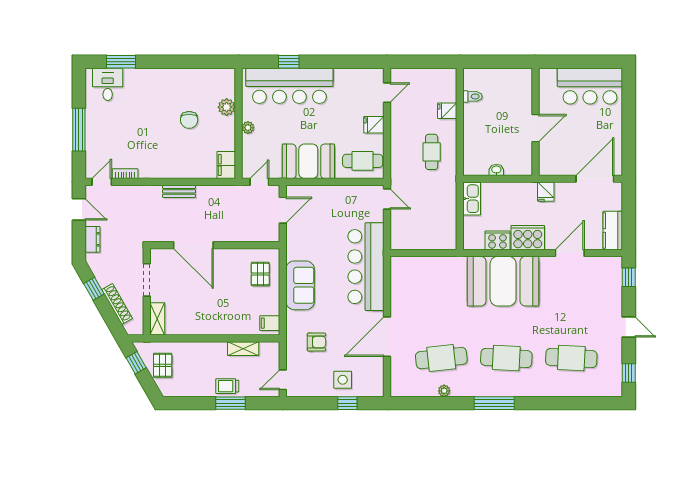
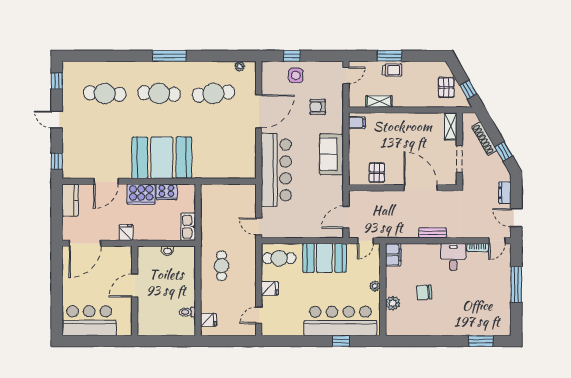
desk: (108, 84) -> (453, 257), moved, turned 180
fridge: (447, 111) -> (209, 320), moved
chair: (189, 120) -> (424, 292), turned -95
pallet: (260, 274) -> (377, 173), moved
plant: (444, 391) -> (240, 66), moved

